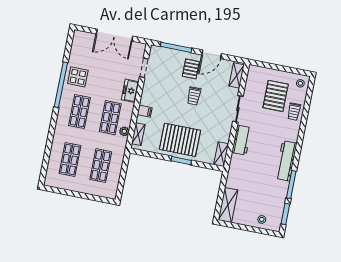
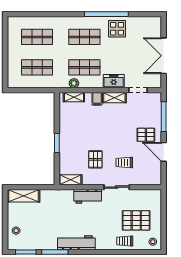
shelving: (237, 75) -> (114, 98), moved
trolley: (194, 96) -> (124, 162), moved
pallet: (180, 140) -> (95, 159), moved, width x0.49, depth x0.50

